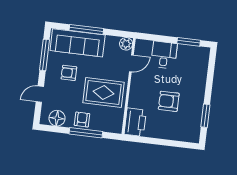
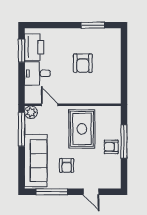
window: (86, 29) -> (21, 129), moved
floor lamp: (57, 118) -> (113, 172), removed
printer: (135, 122) -> (34, 47), moved, turned 90

